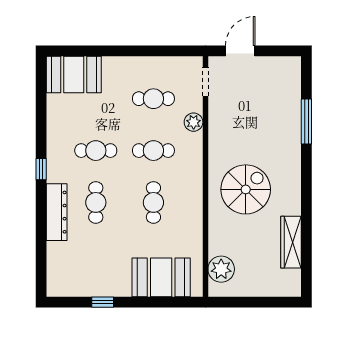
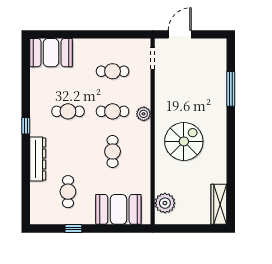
plant: (194, 122) -> (144, 114), moved
cafe table: (96, 202) -> (68, 192), moved
wardrobe: (291, 242) -> (219, 204), moved

